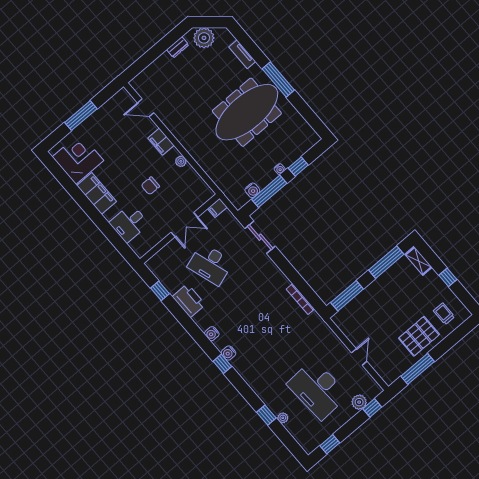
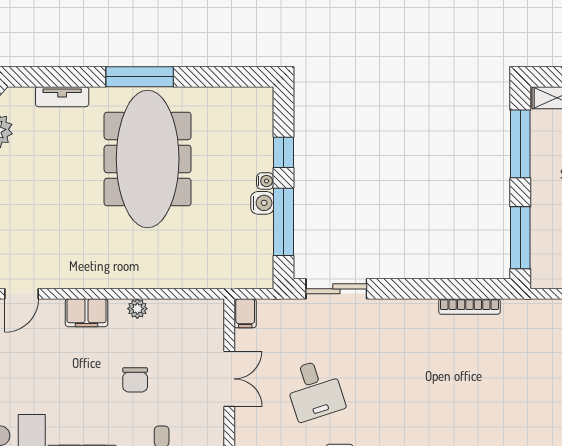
water cooler: (252, 190) -> (262, 203), moved
desk: (210, 264) -> (315, 390), width x0.73

